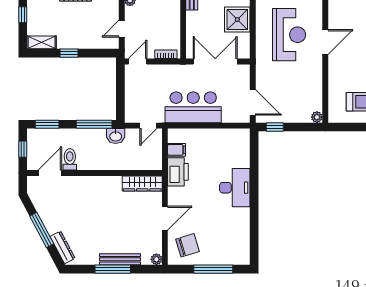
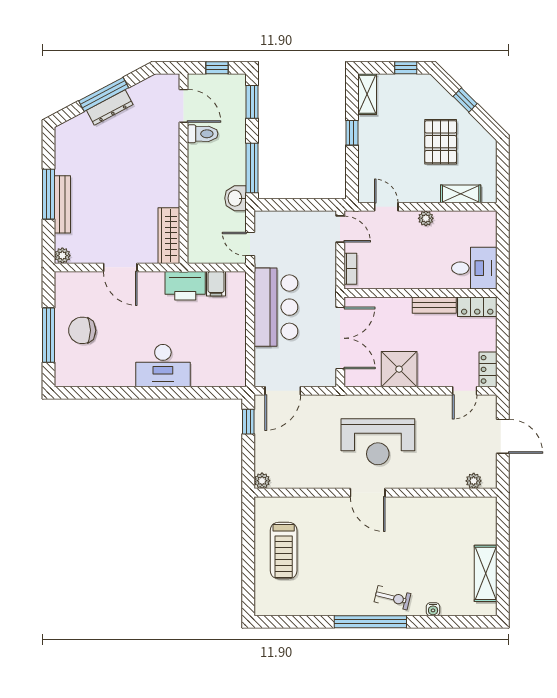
chair: (188, 245) -> (82, 330), moved, turned 107
dresser: (63, 247) -> (110, 107), moved

